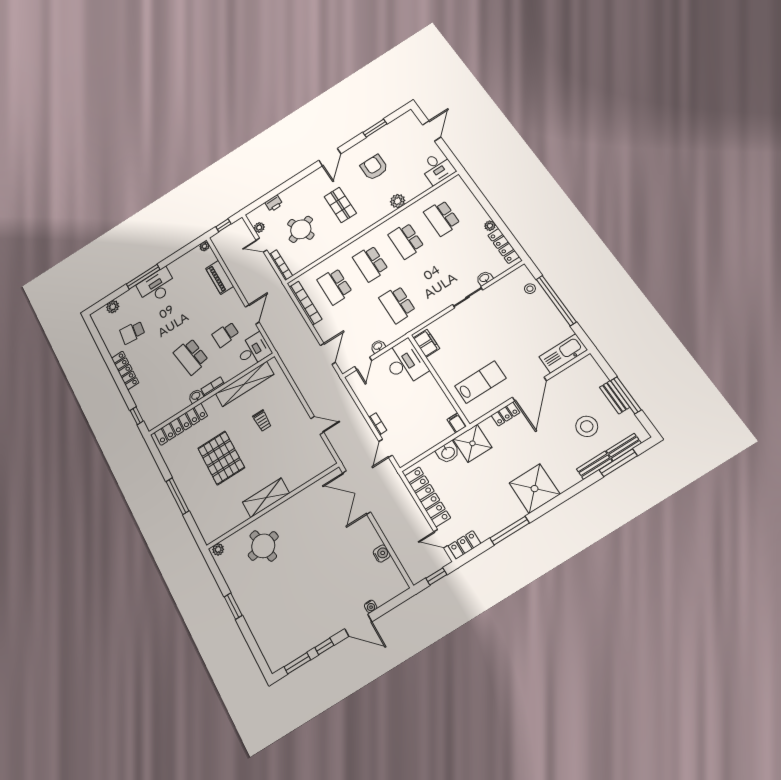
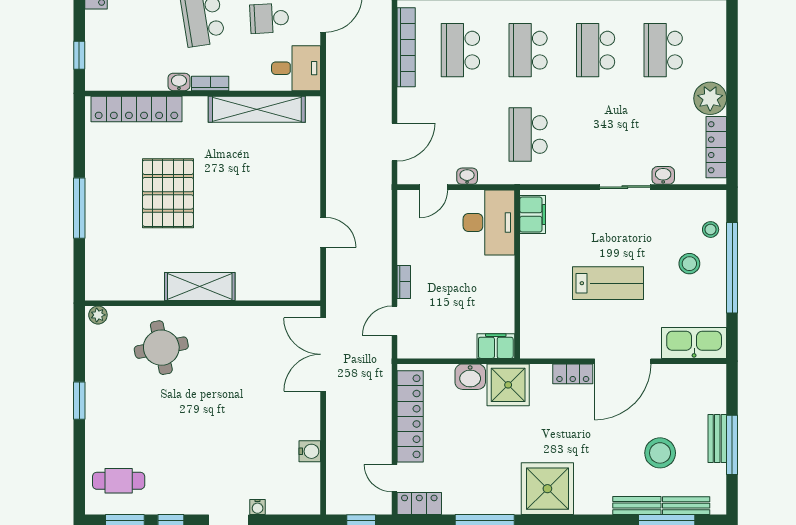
plant: (490, 226) -> (710, 98), width x1.88, depth x1.88
stool: (531, 313) -> (689, 264), added
lab bench: (480, 382) -> (608, 283), moved
trolley: (262, 421) -> (252, 178), removed
filing cabinet: (457, 423) -> (496, 346), width x2.00
cafe table: (281, 641) -> (119, 481), added

